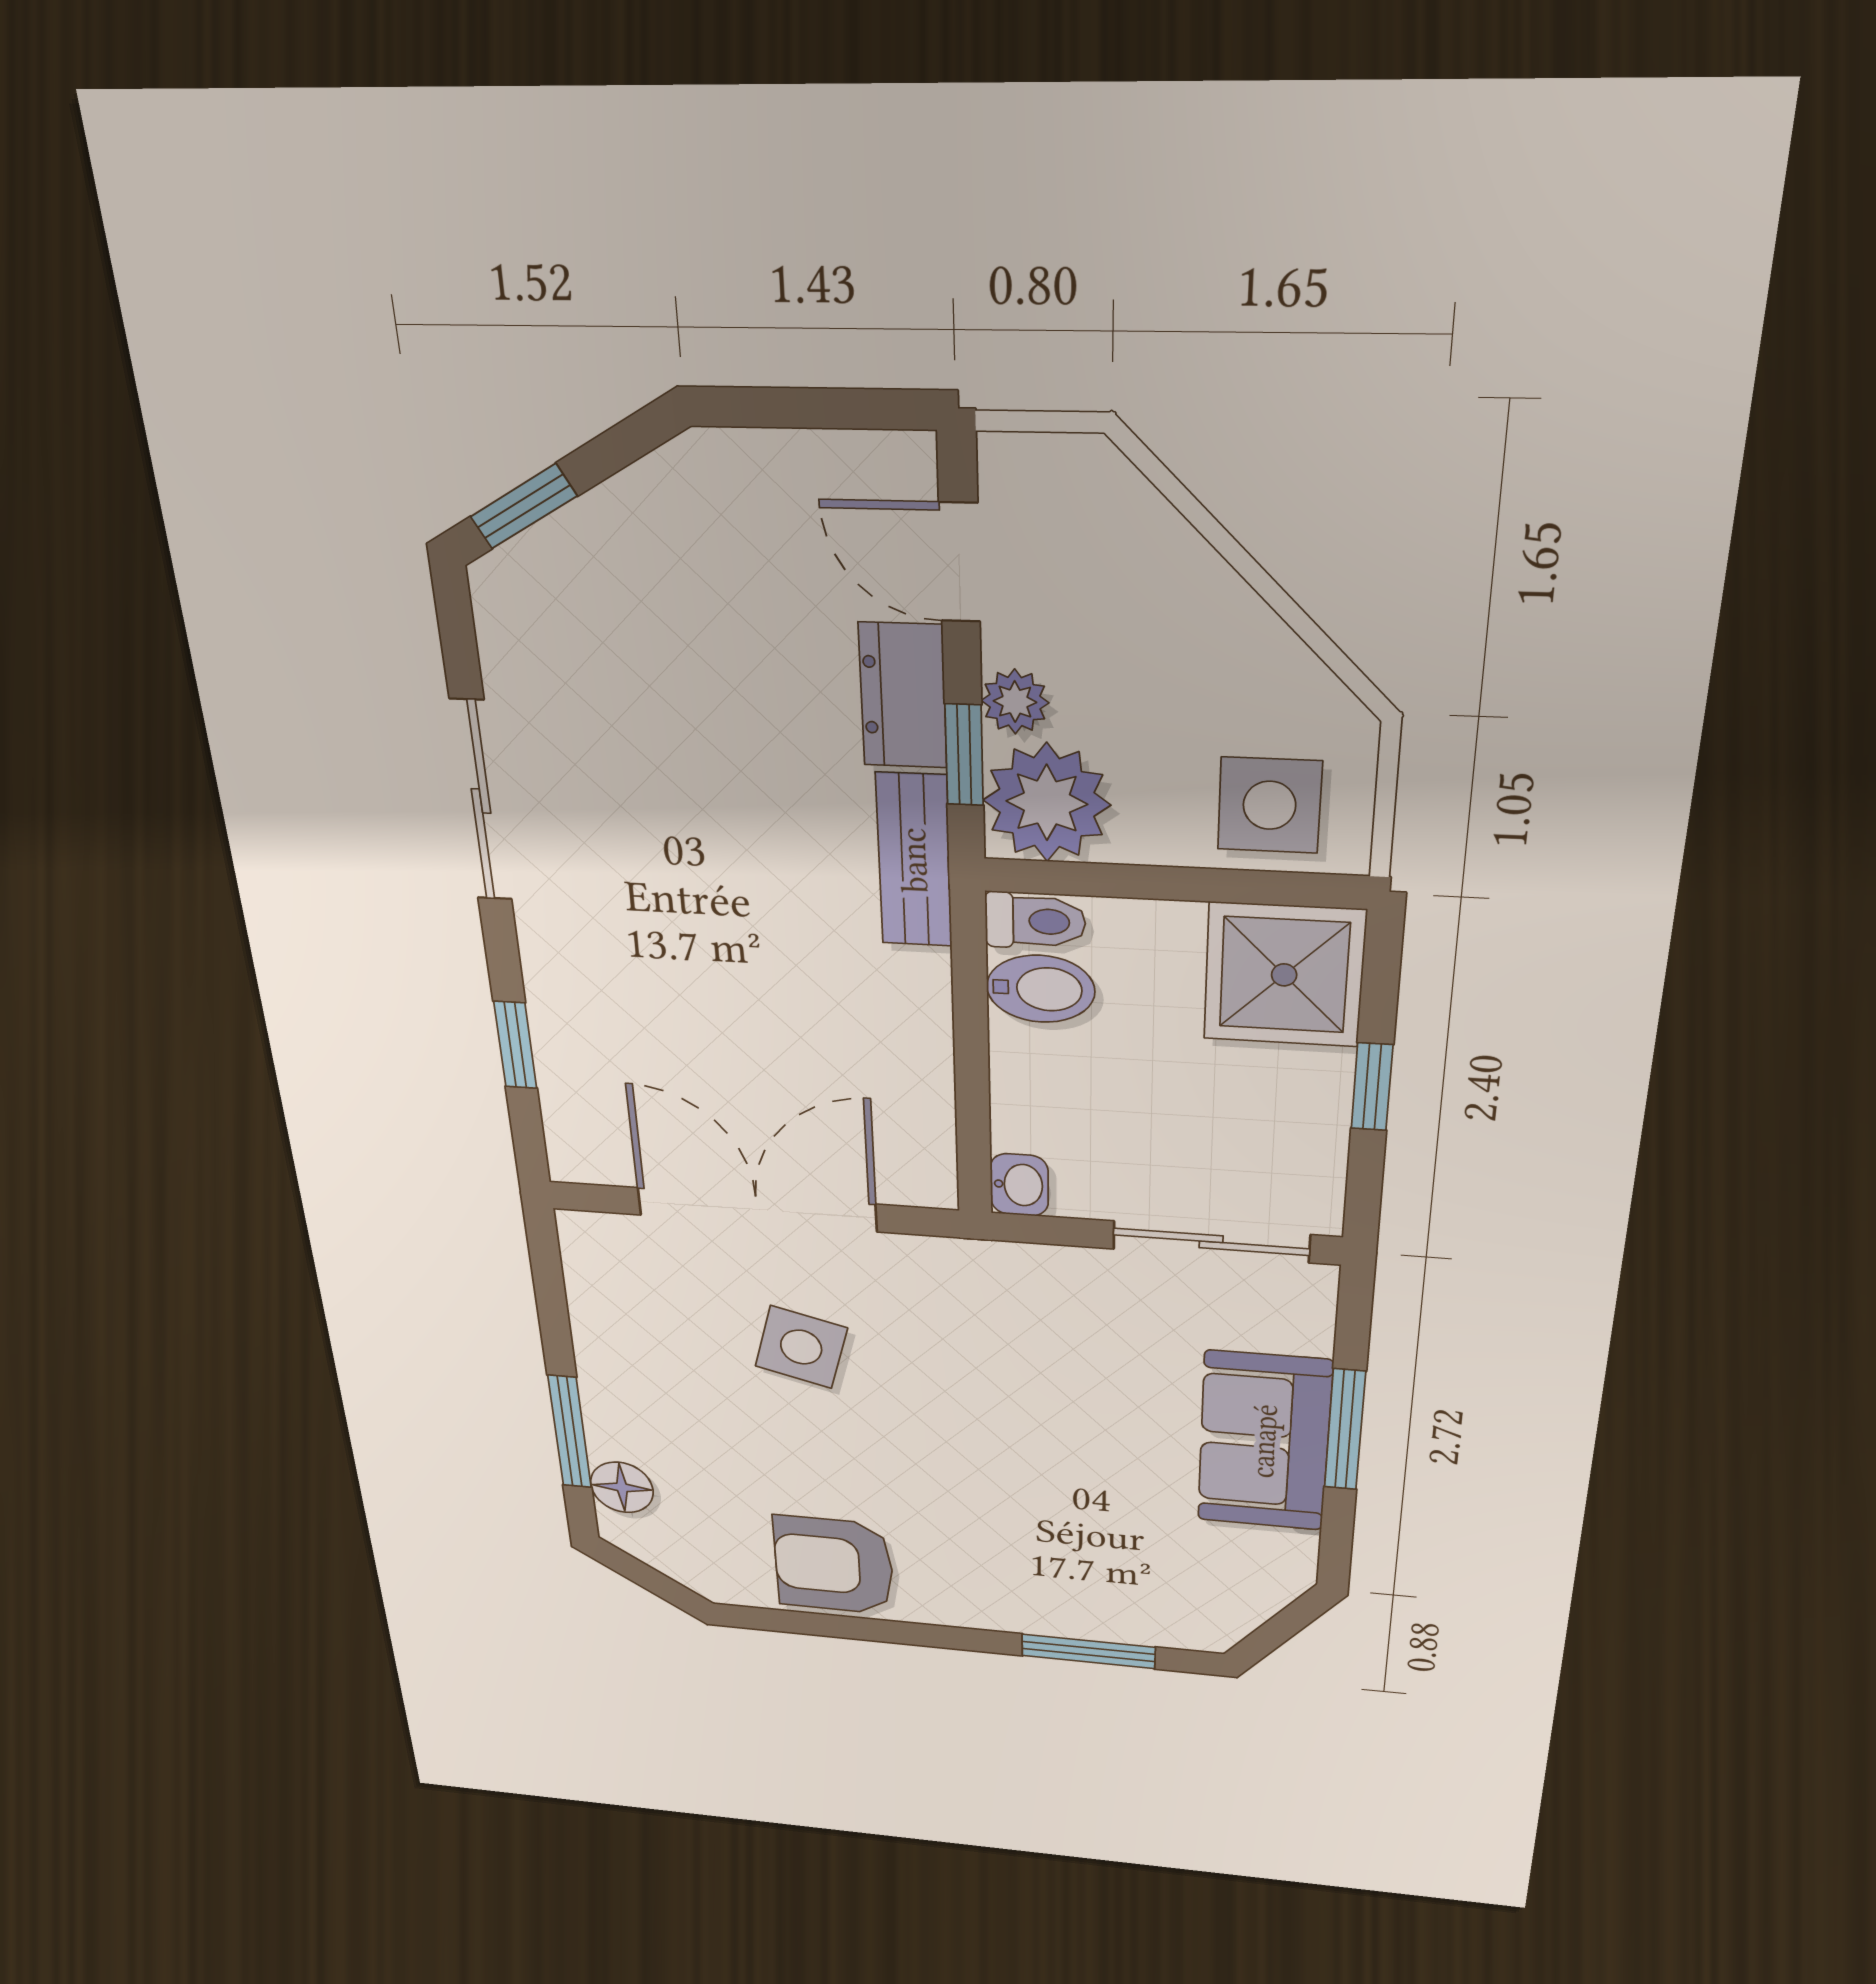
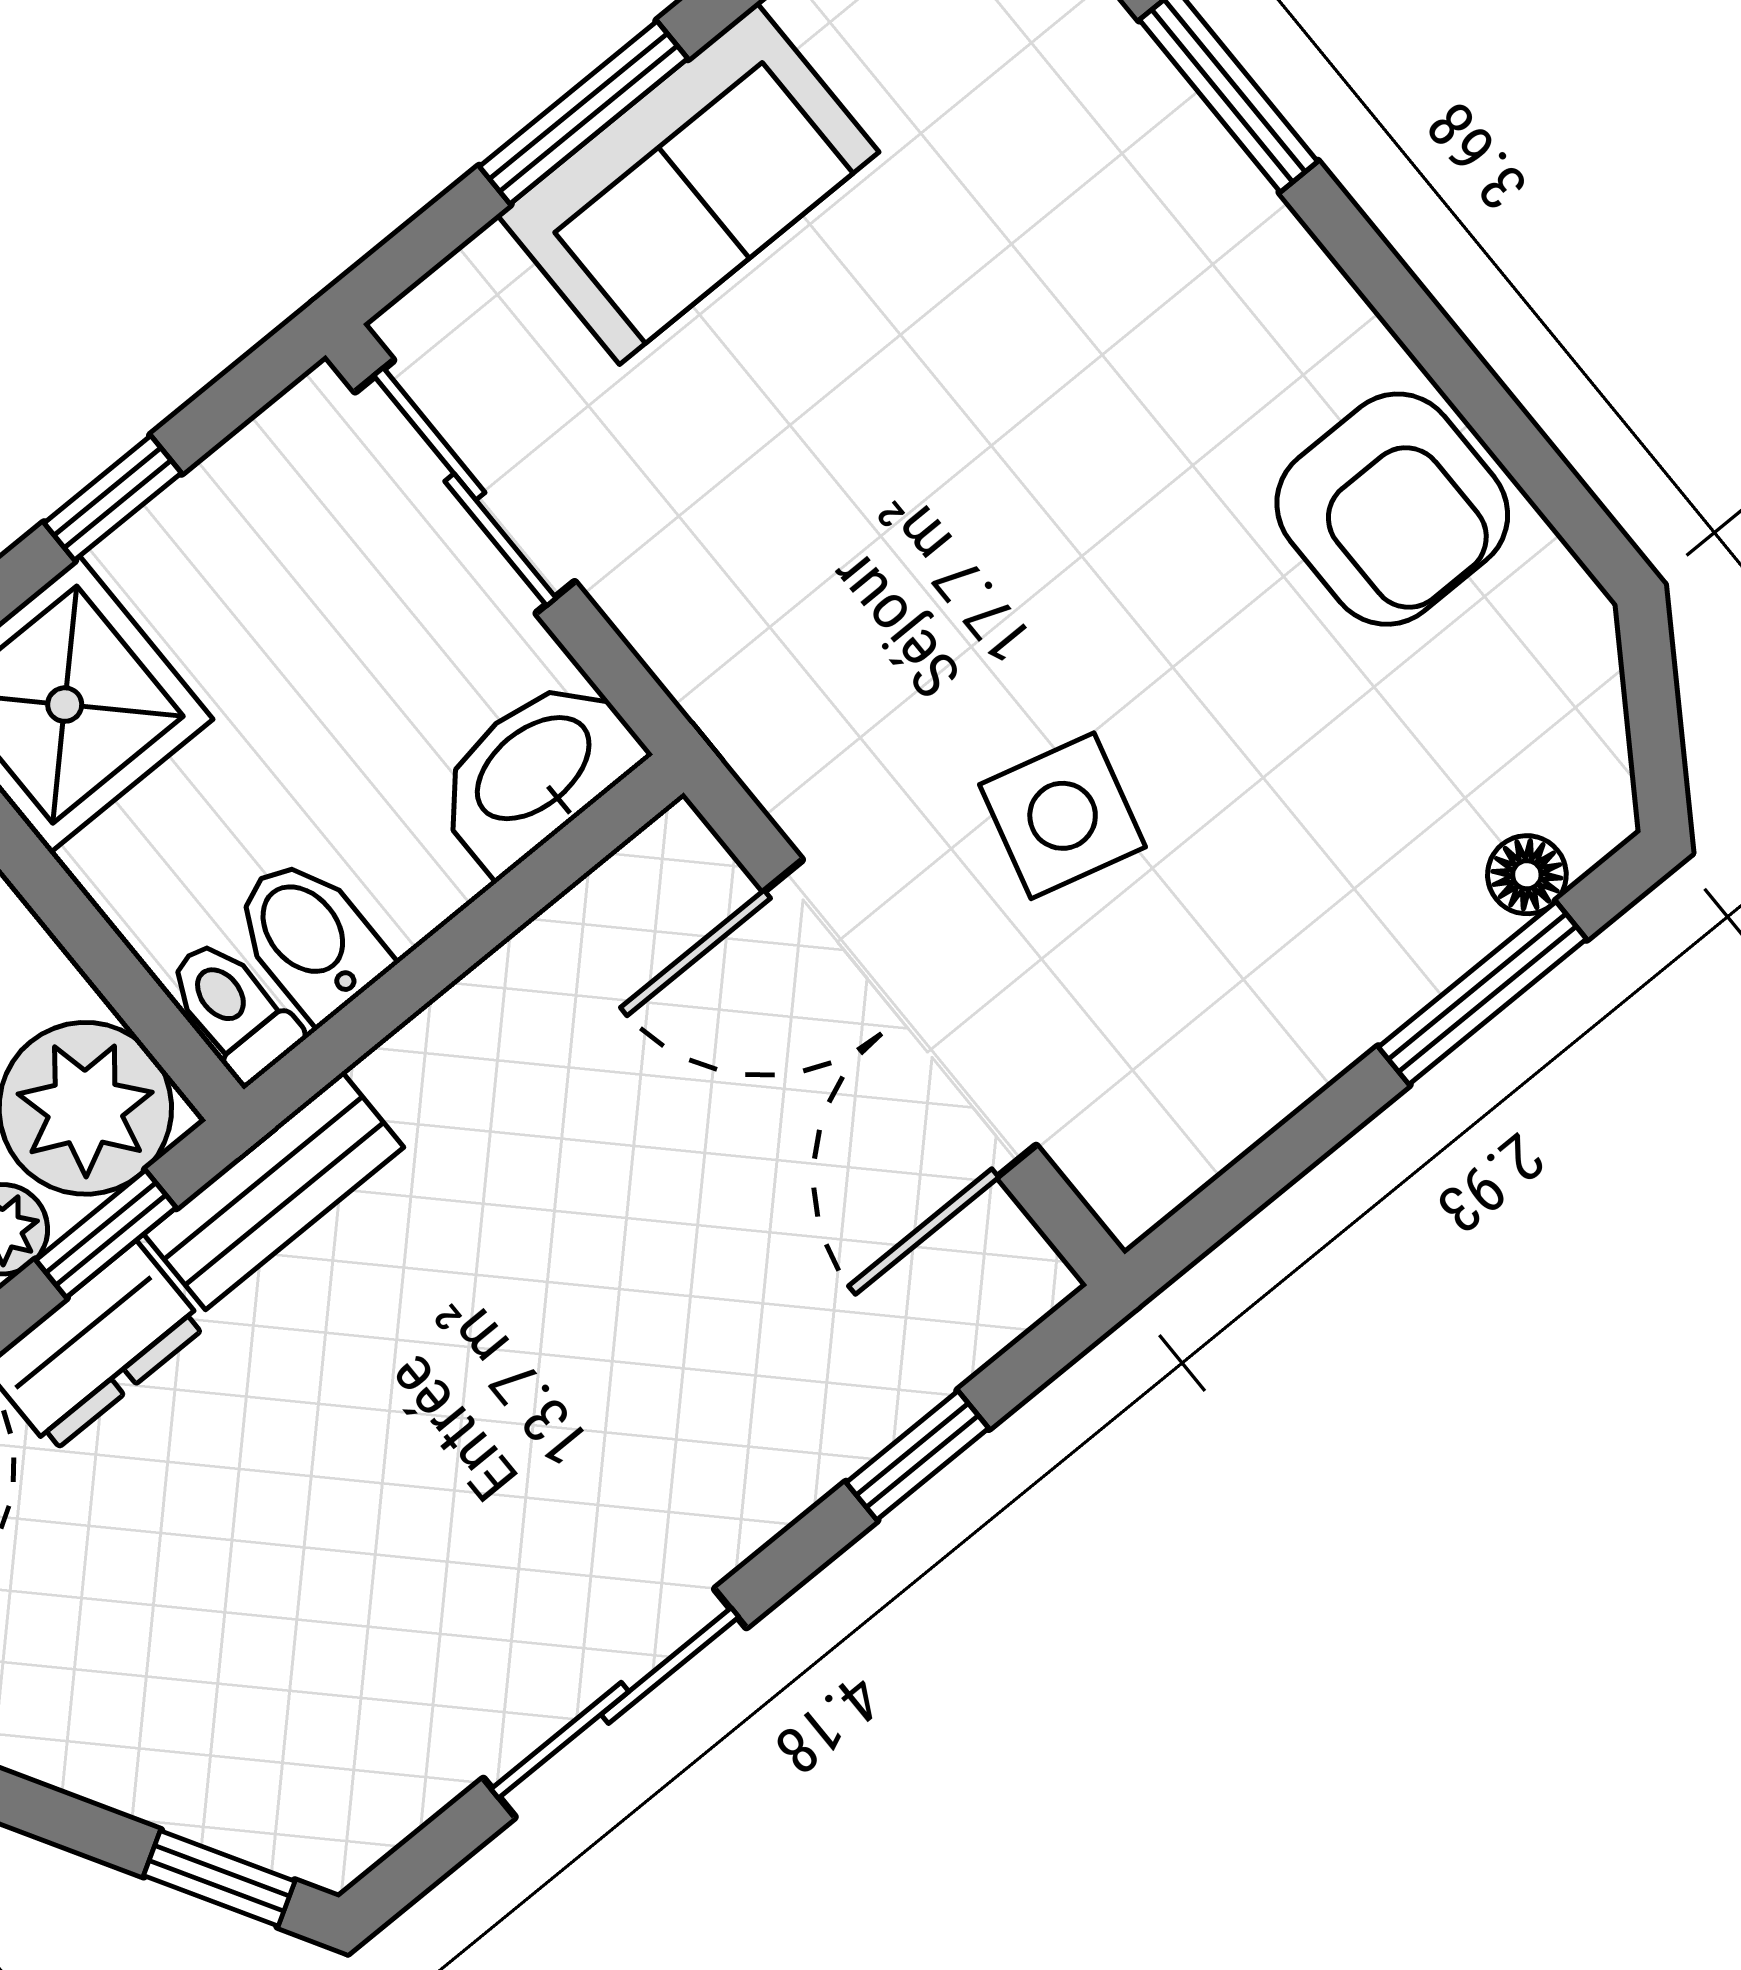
washbasin: (1019, 1185) -> (536, 771), width x1.91, depth x1.45
floor lamp: (622, 1487) -> (1527, 875), width x0.73, depth x0.73

